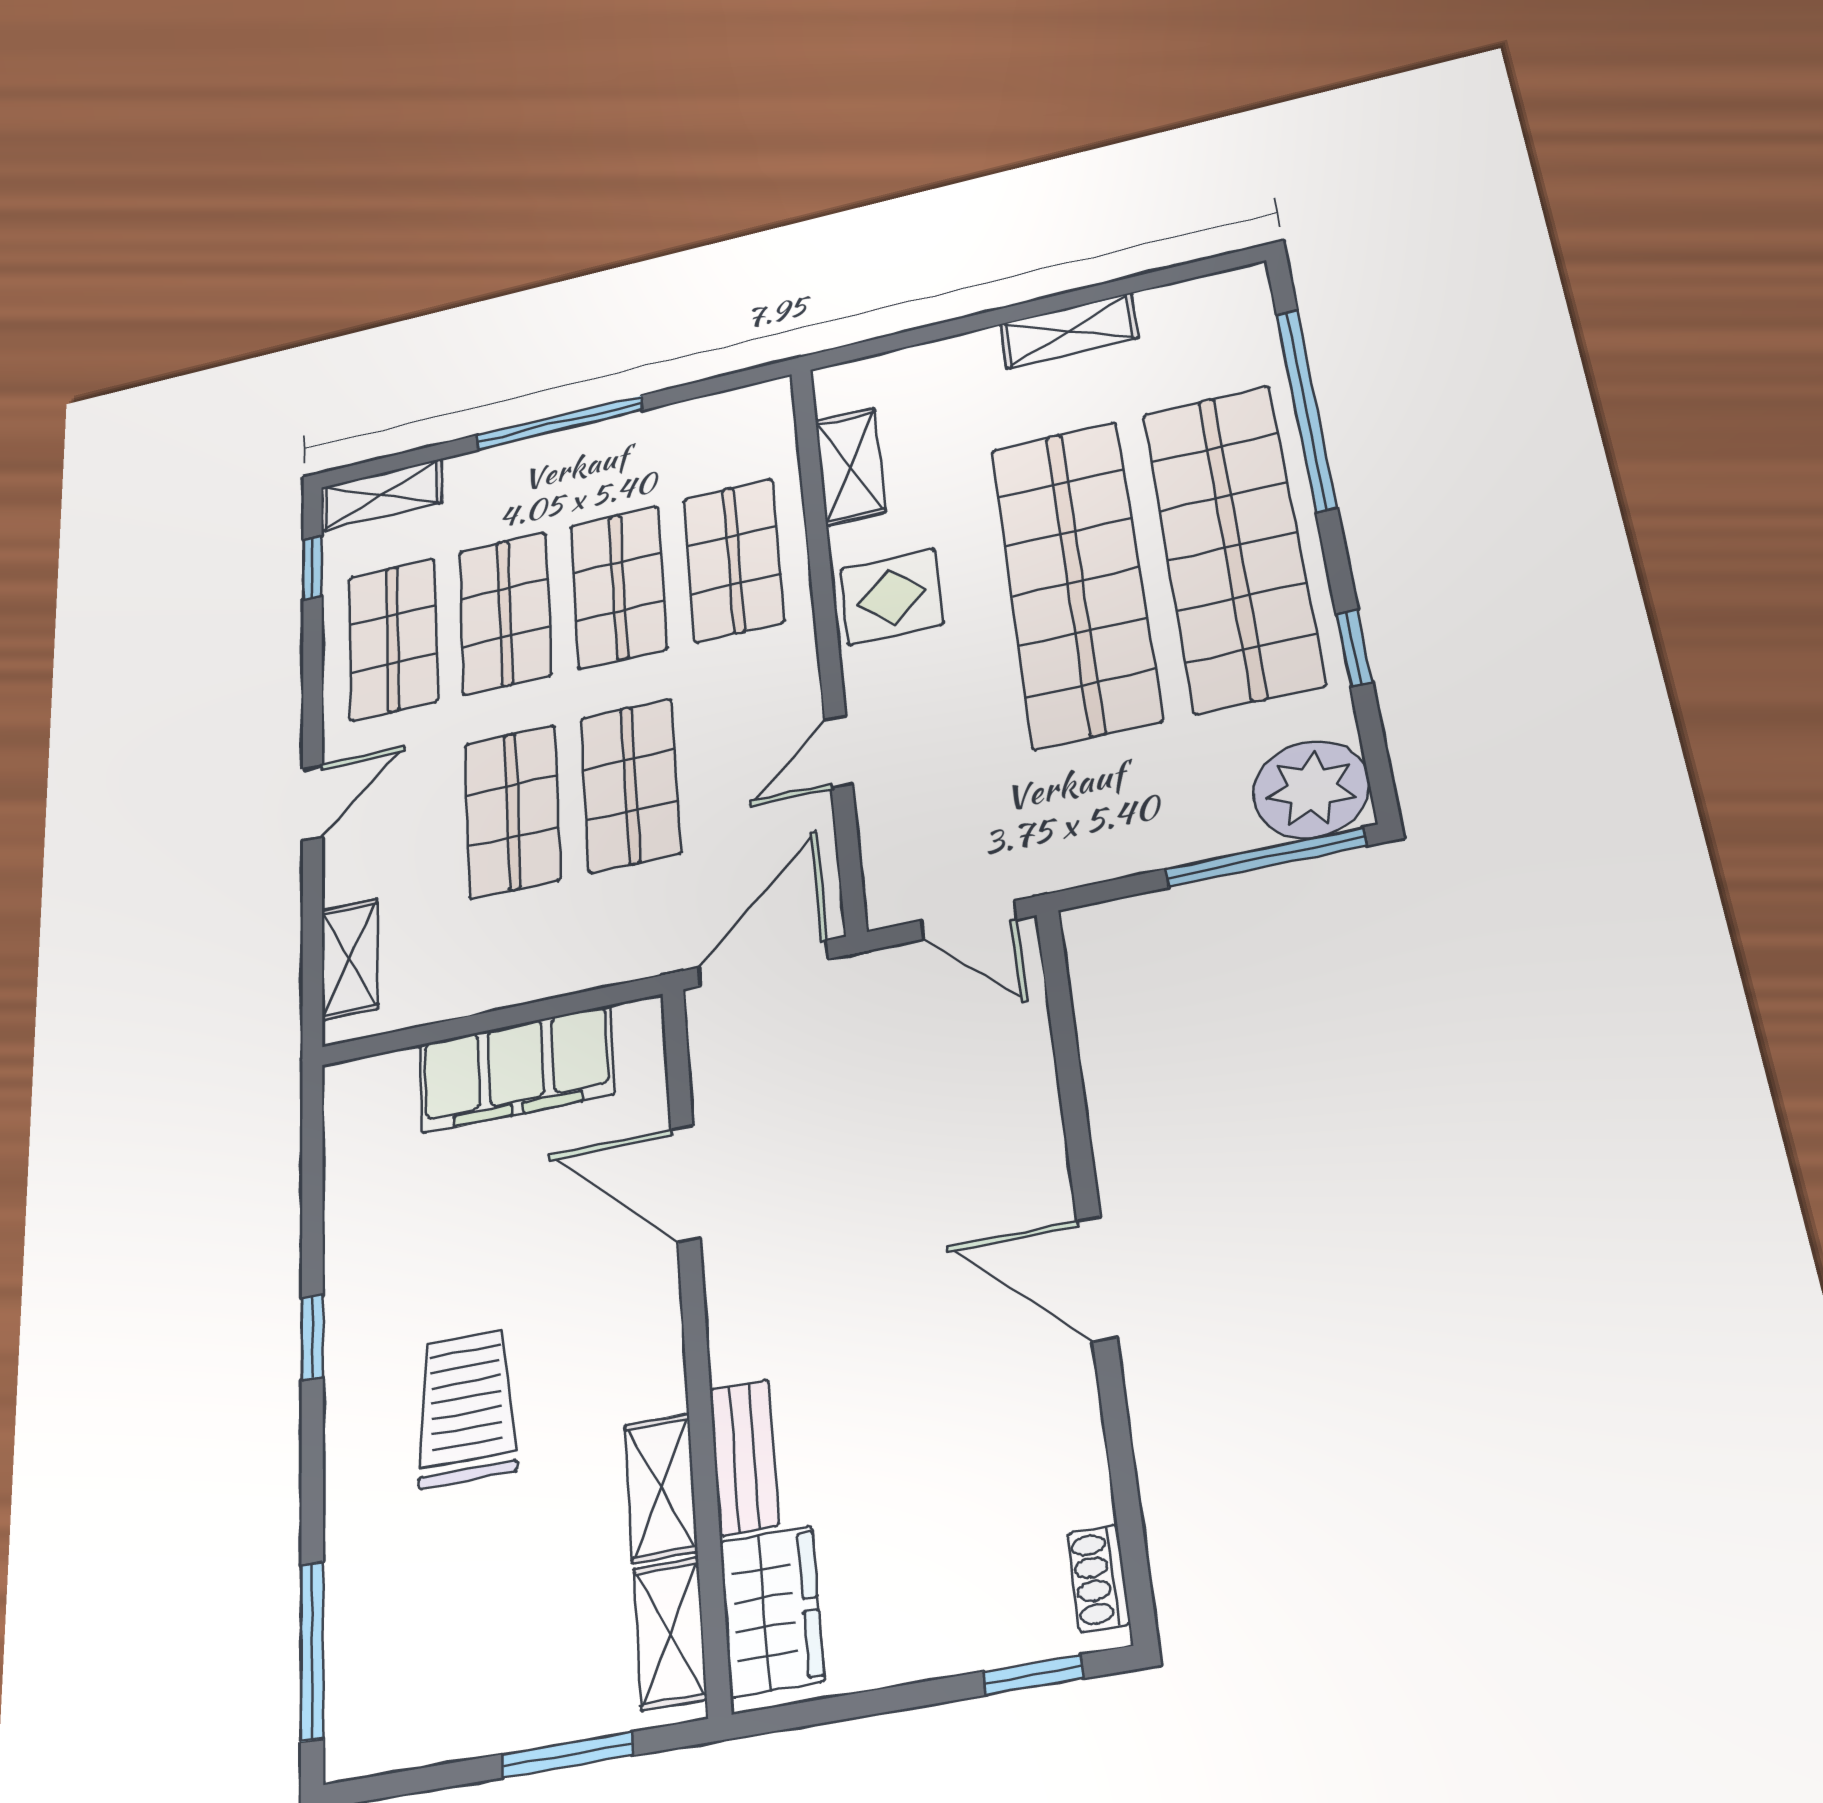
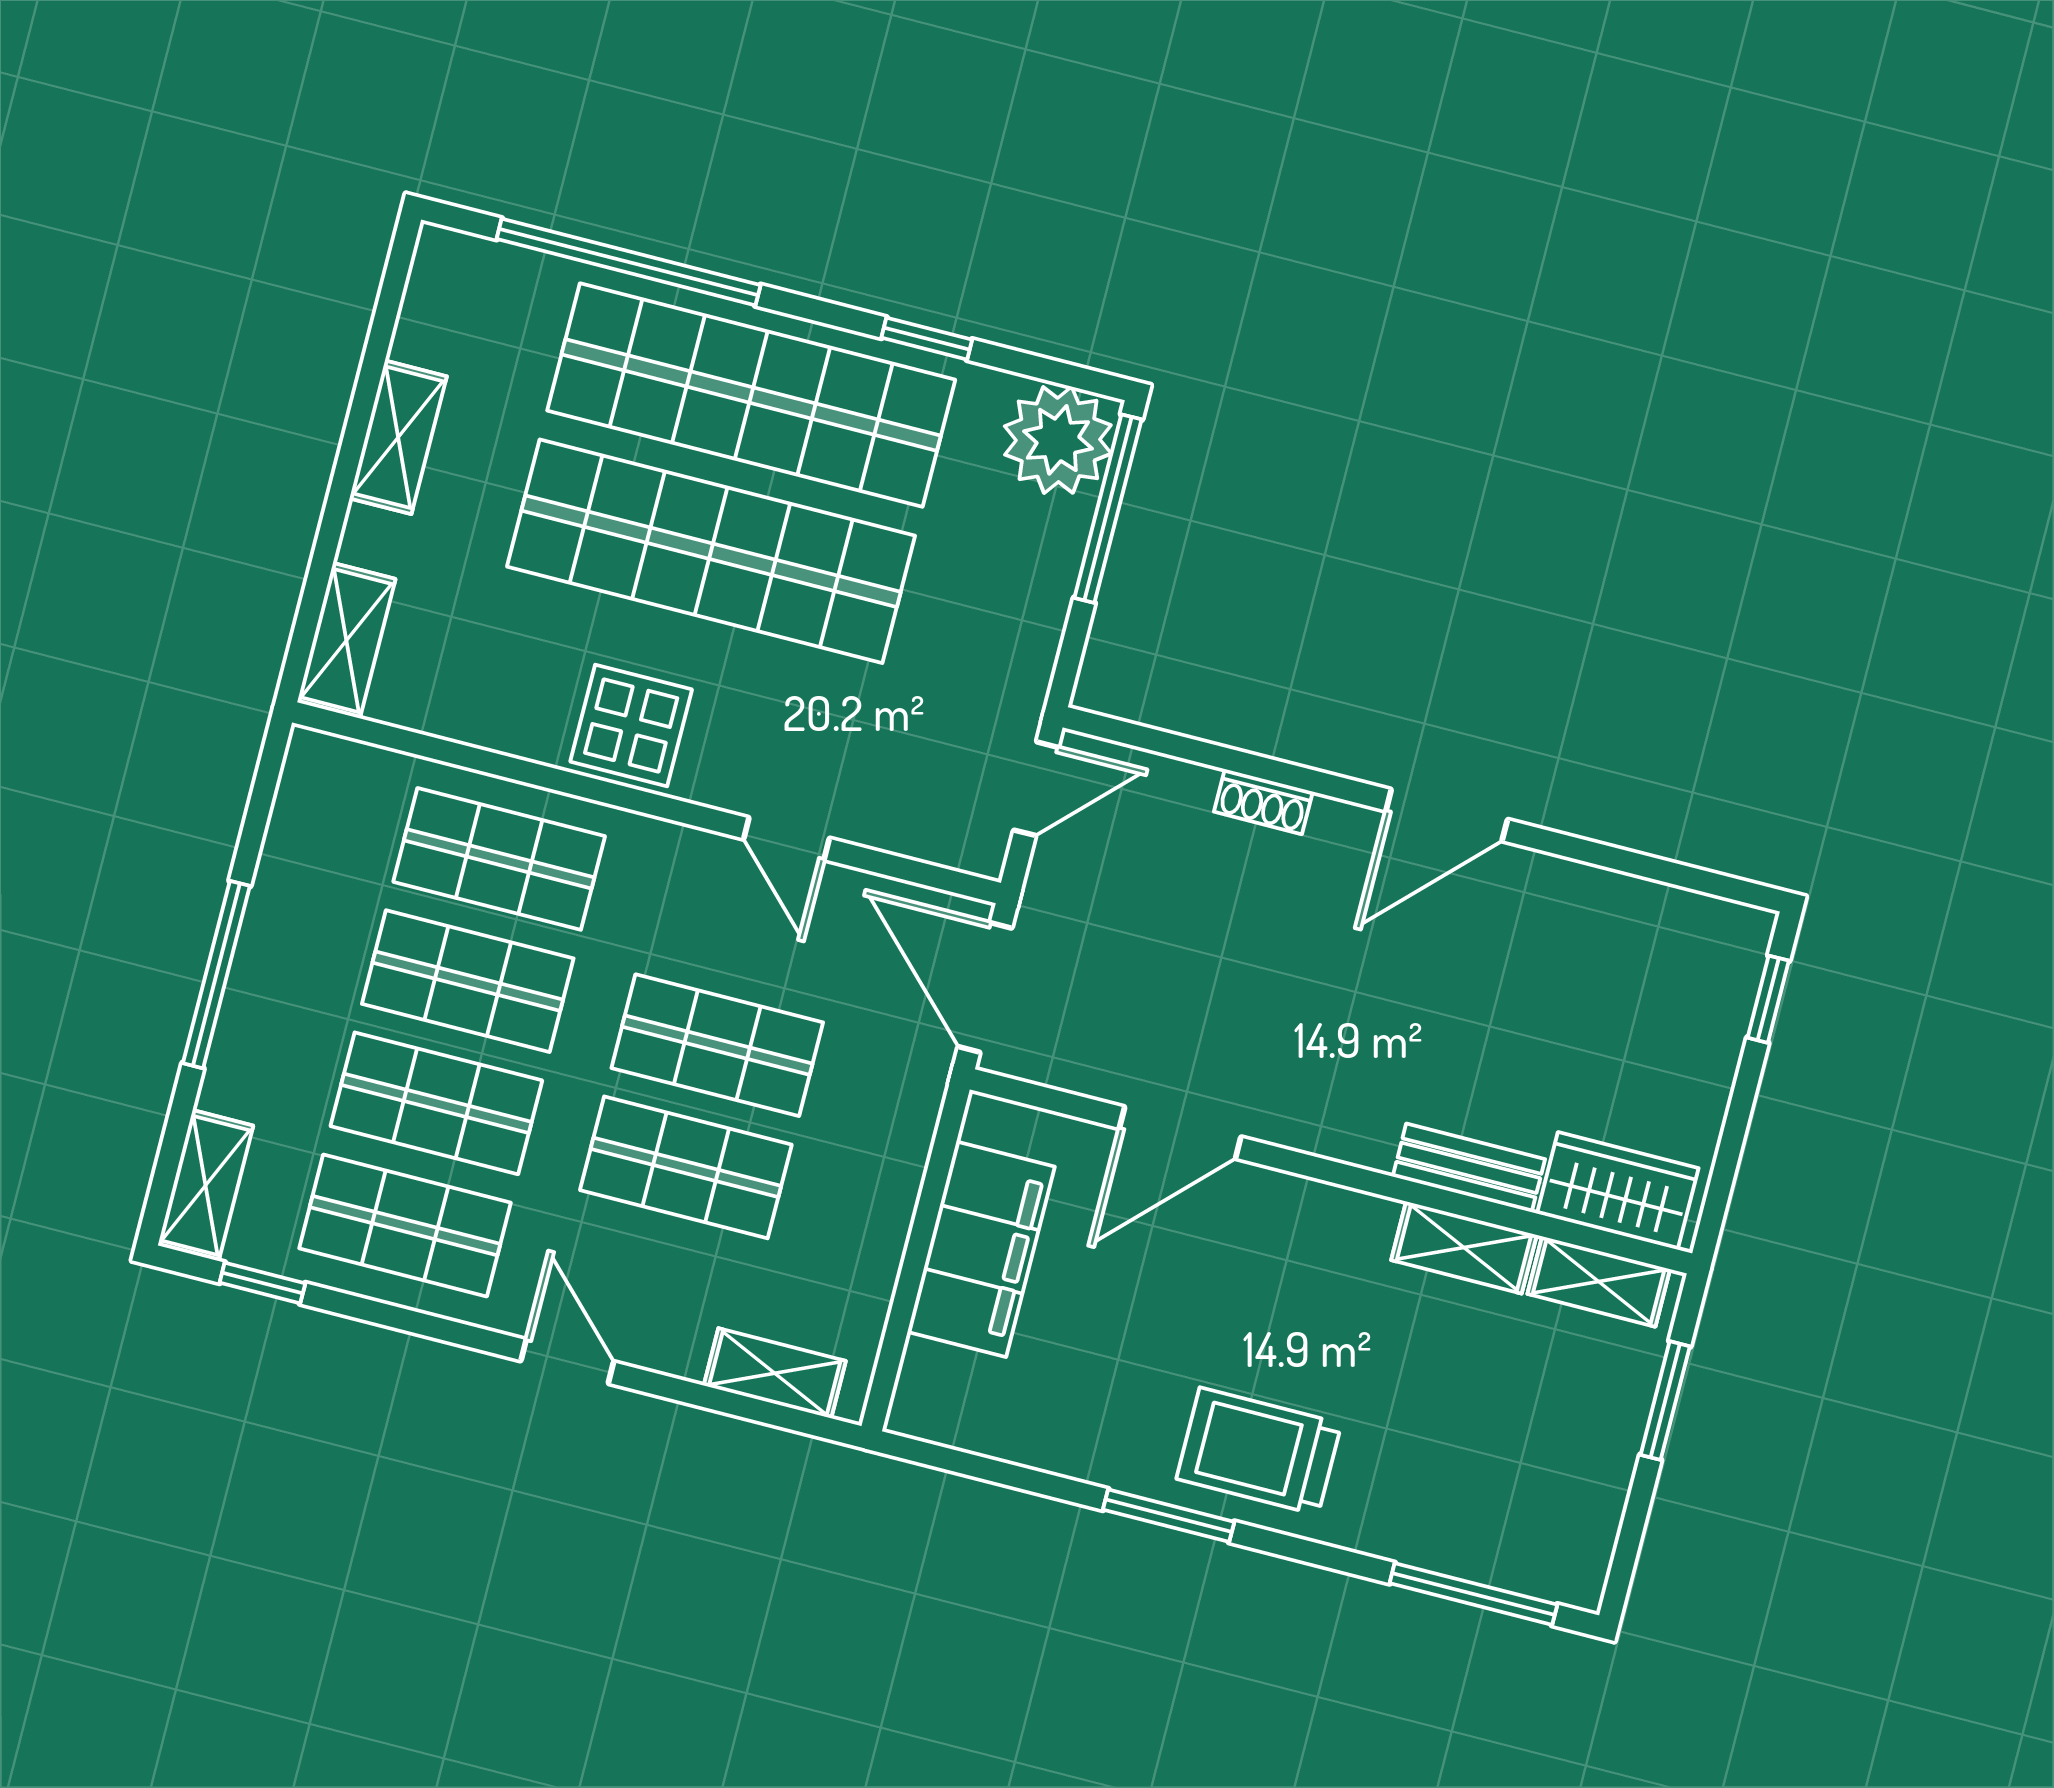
shelving: (850, 467) -> (346, 641), moved, turned 90
window: (312, 1337) -> (1169, 1516), width x1.50
trolley: (466, 1408) -> (1259, 1451), moved
shoe rack: (1099, 1578) -> (1263, 802), moved

